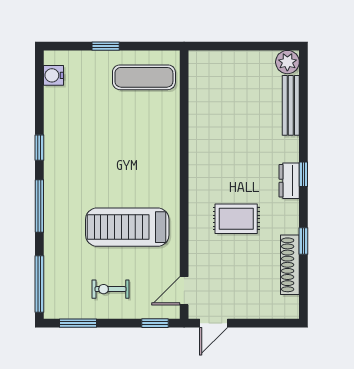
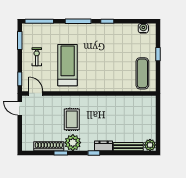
dresser: (289, 181) -> (104, 146), moved
plant: (283, 217) -> (73, 143), added

